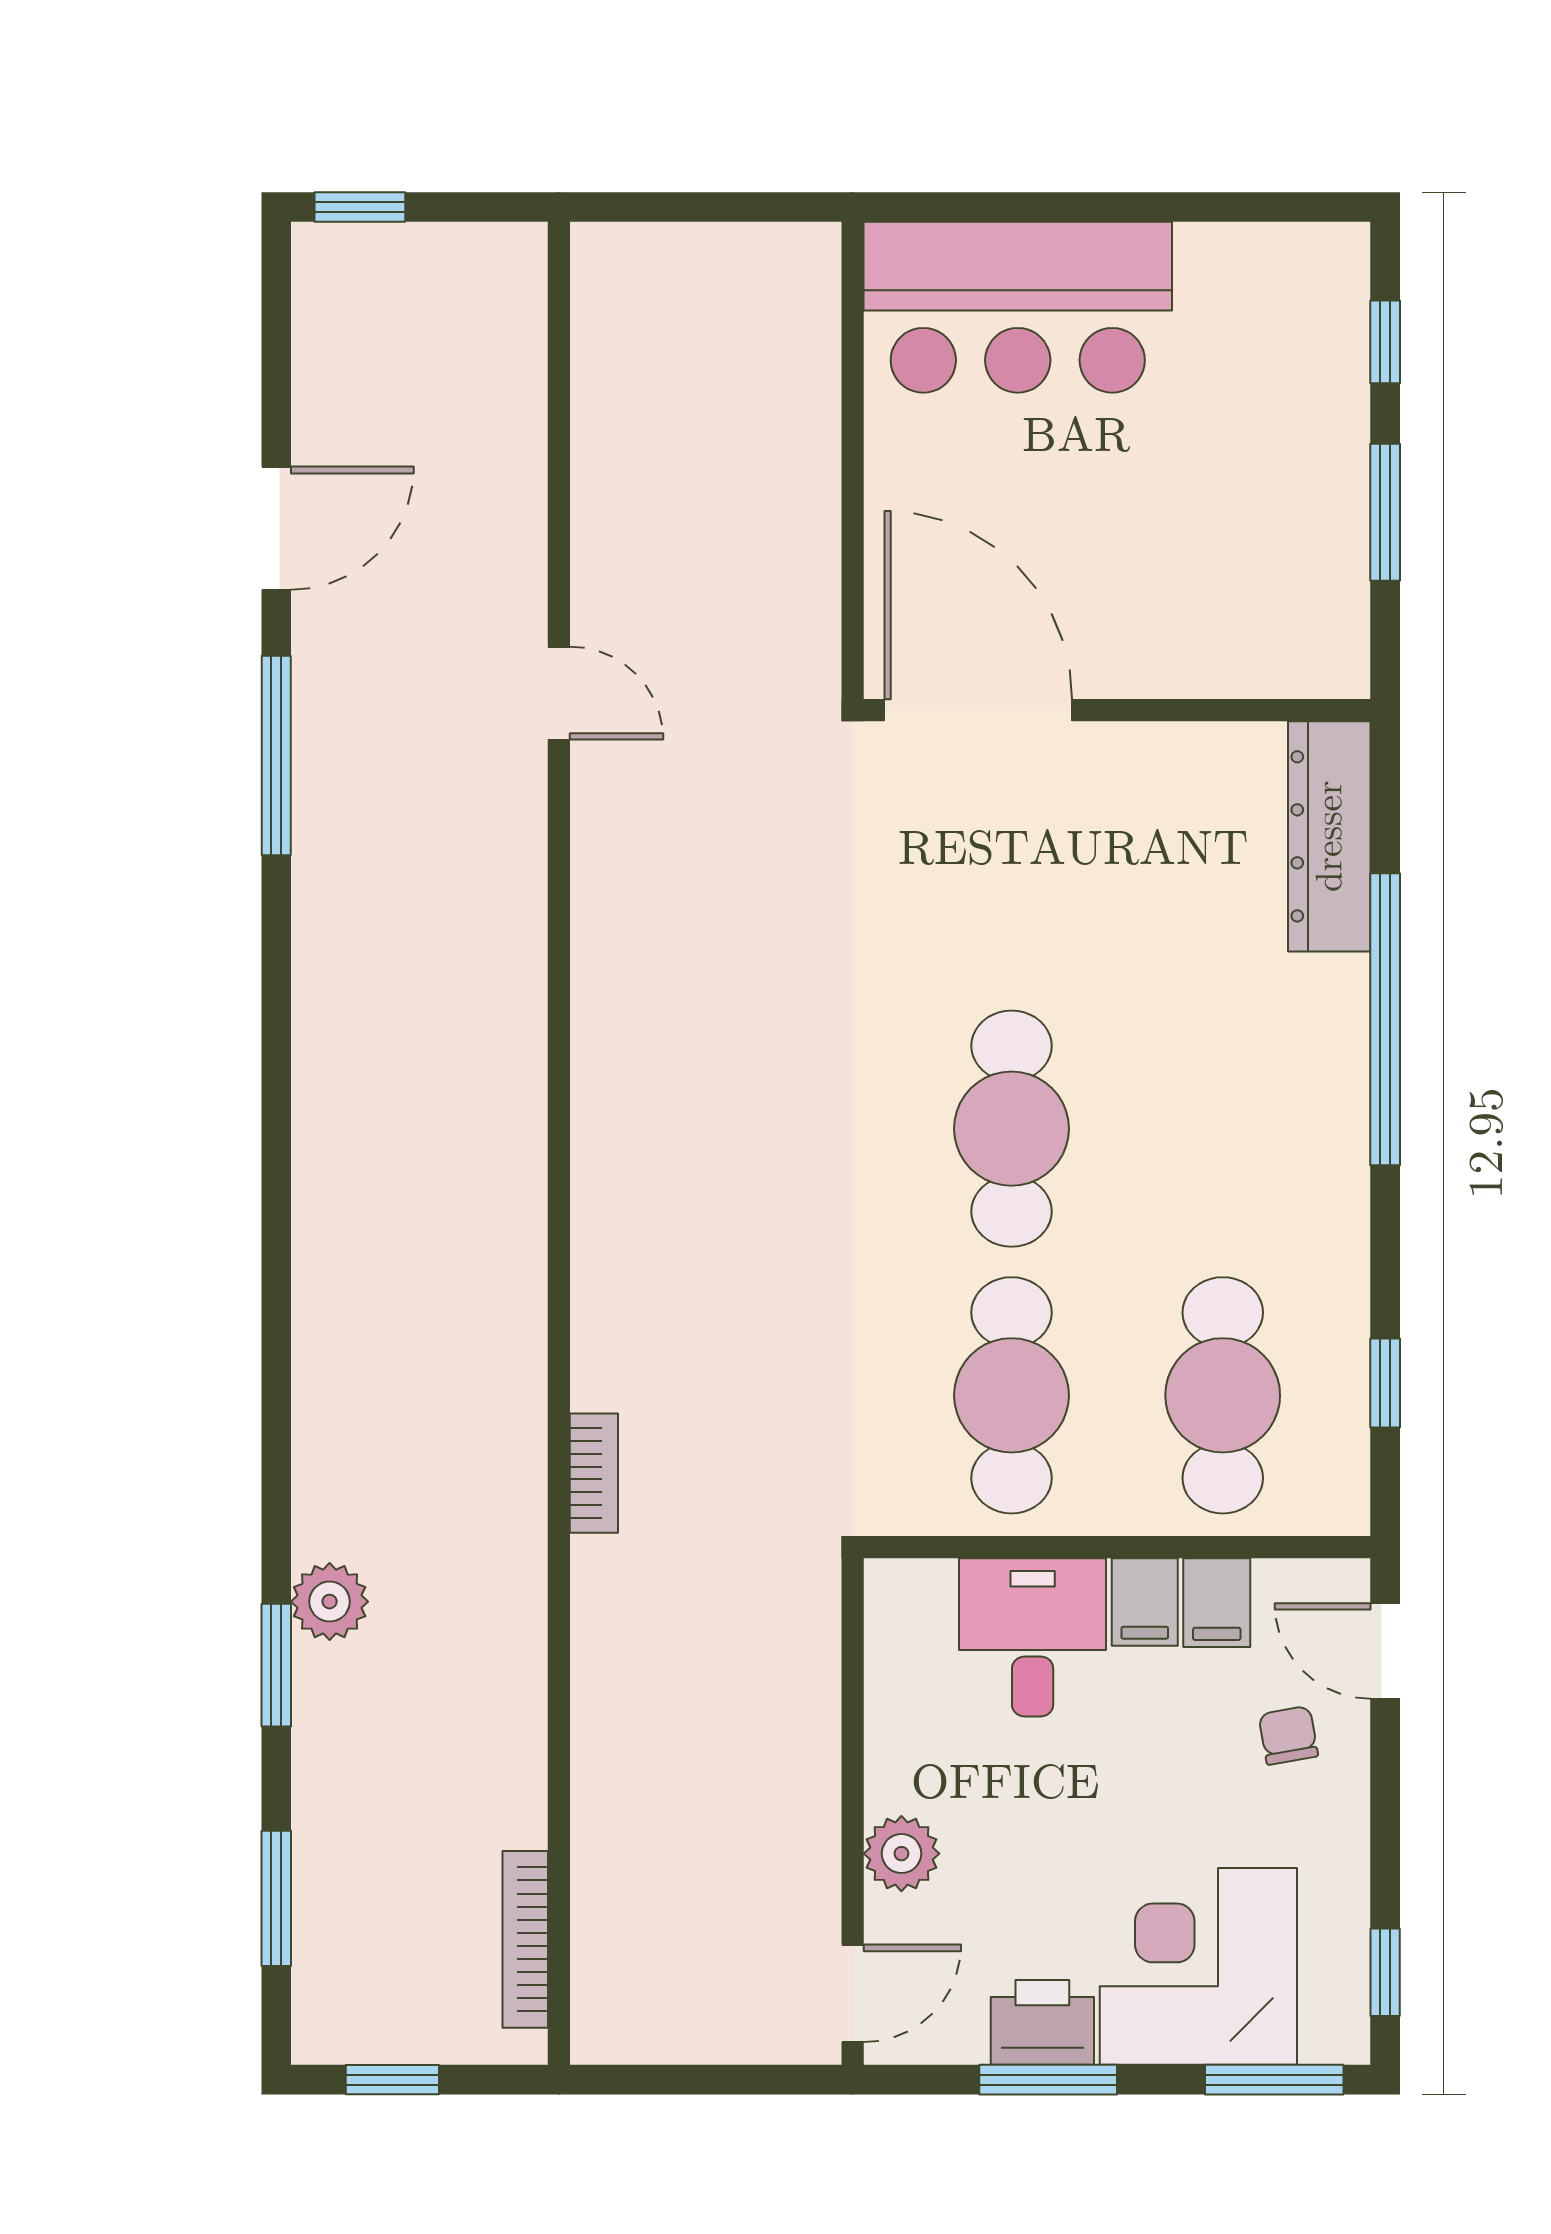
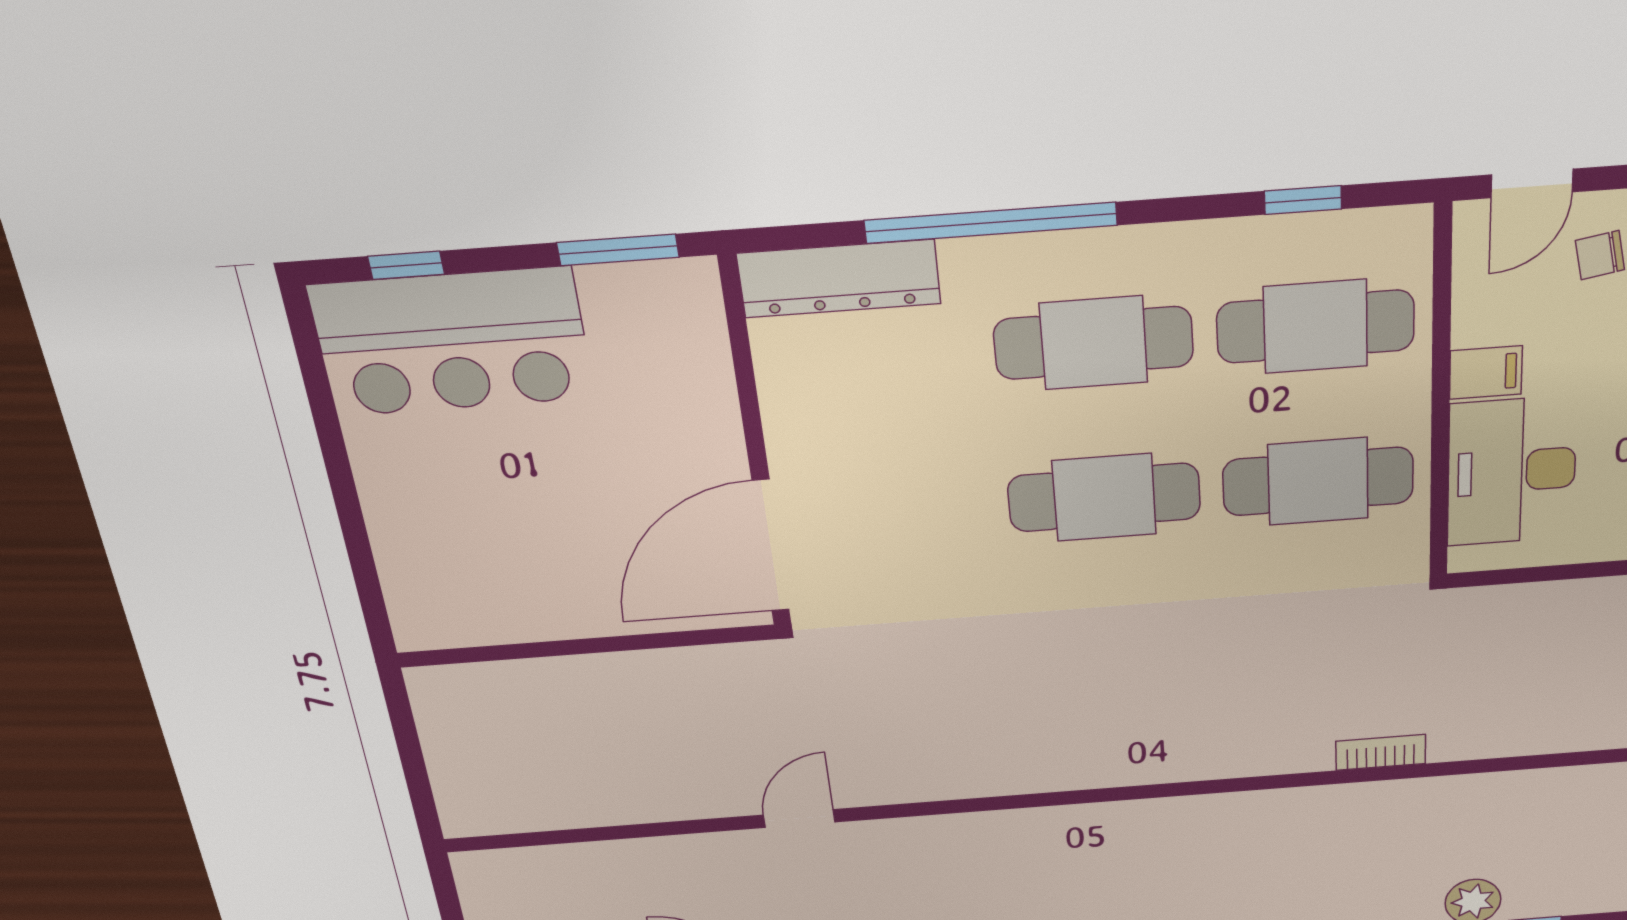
bar counter: (1018, 307) -> (453, 342), moved, turned 90
window: (1385, 512) -> (618, 250), moved
cafe table: (1223, 1129) -> (1094, 343), added
filing cabinet: (1217, 1603) -> (1488, 318), removed
desk: (1033, 1637) -> (1512, 471), width x1.37

